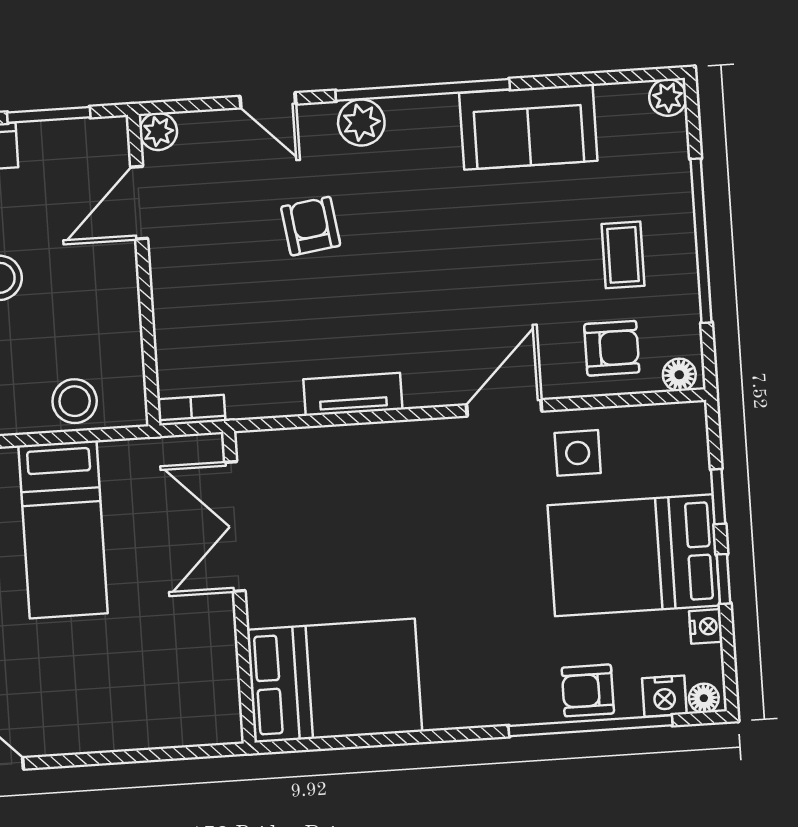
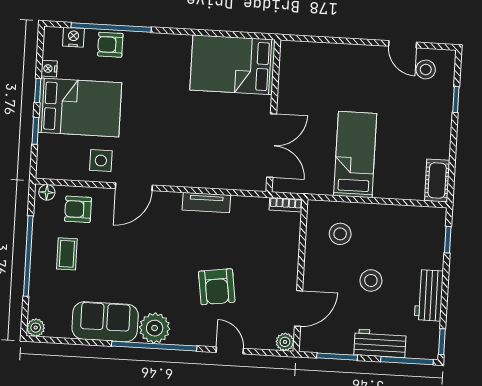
plant: (361, 122) -> (155, 328), moved, width x1.36, depth x1.36
armchair: (311, 226) -> (217, 287), width x1.38, depth x1.38
stool: (75, 401) -> (340, 234), moved
armchair: (588, 690) -> (110, 45), turned 180
floor lamp: (704, 698) -> (54, 34), removed

